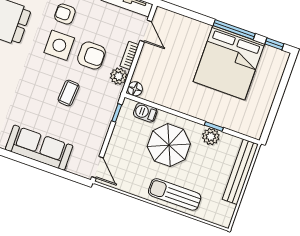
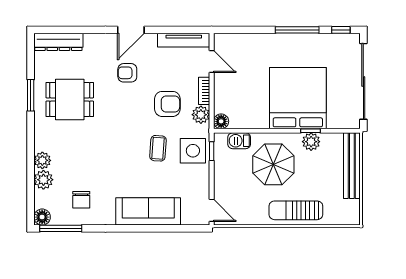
side table: (59, 45) -> (193, 151), moved
bed: (229, 63) -> (298, 98), moved, turned 180
sliding door: (278, 98) -> (363, 81), added

